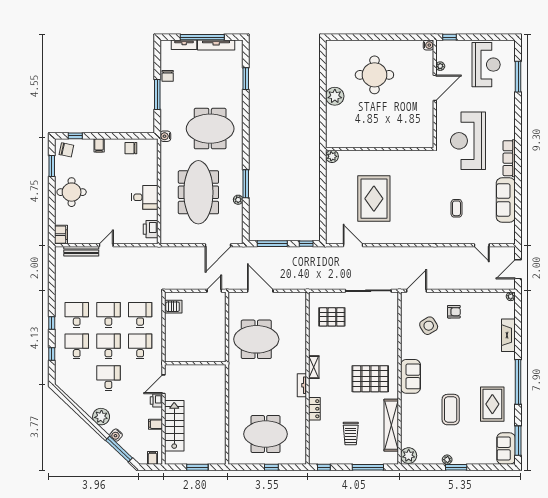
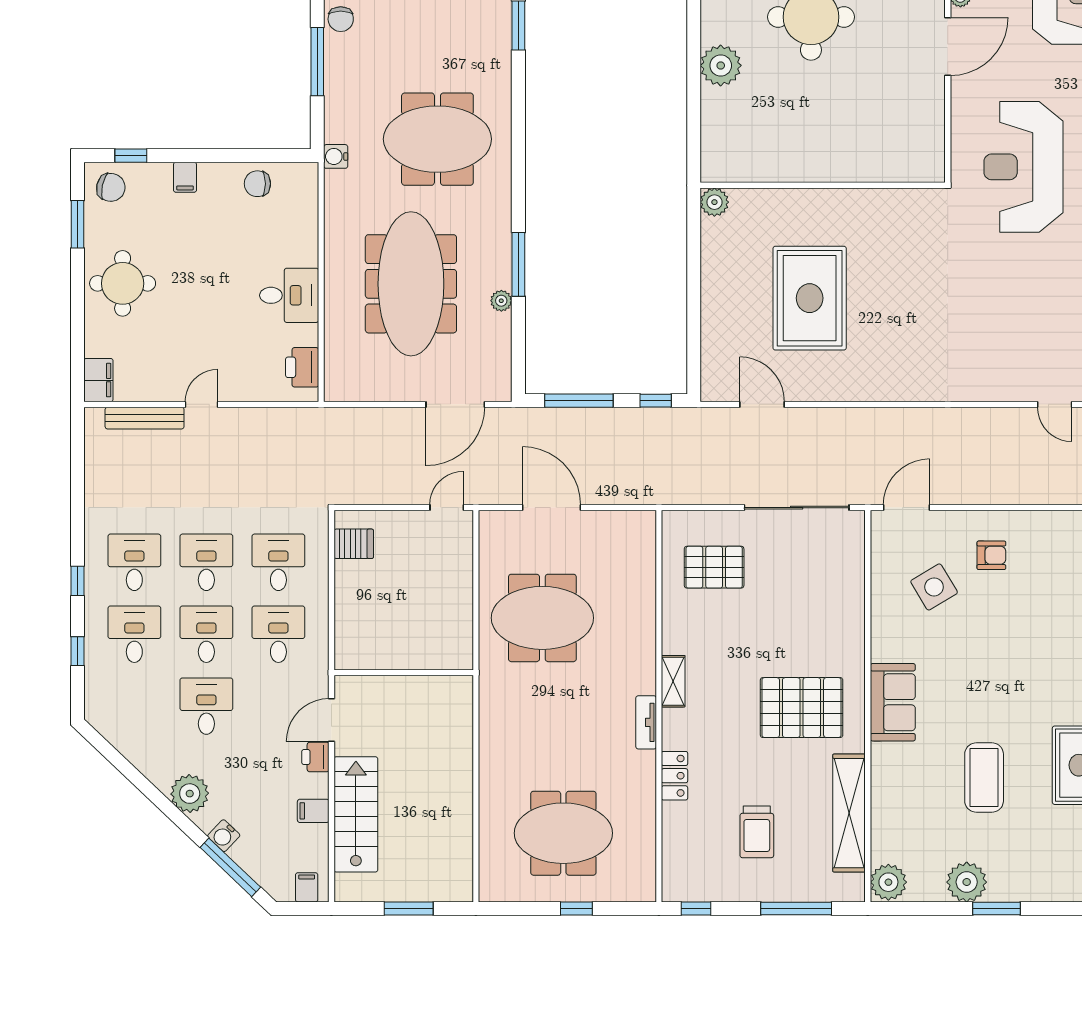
coffee table: (457, 208) -> (997, 320), removed
plant: (447, 460) -> (967, 882), width x1.87, depth x1.87

